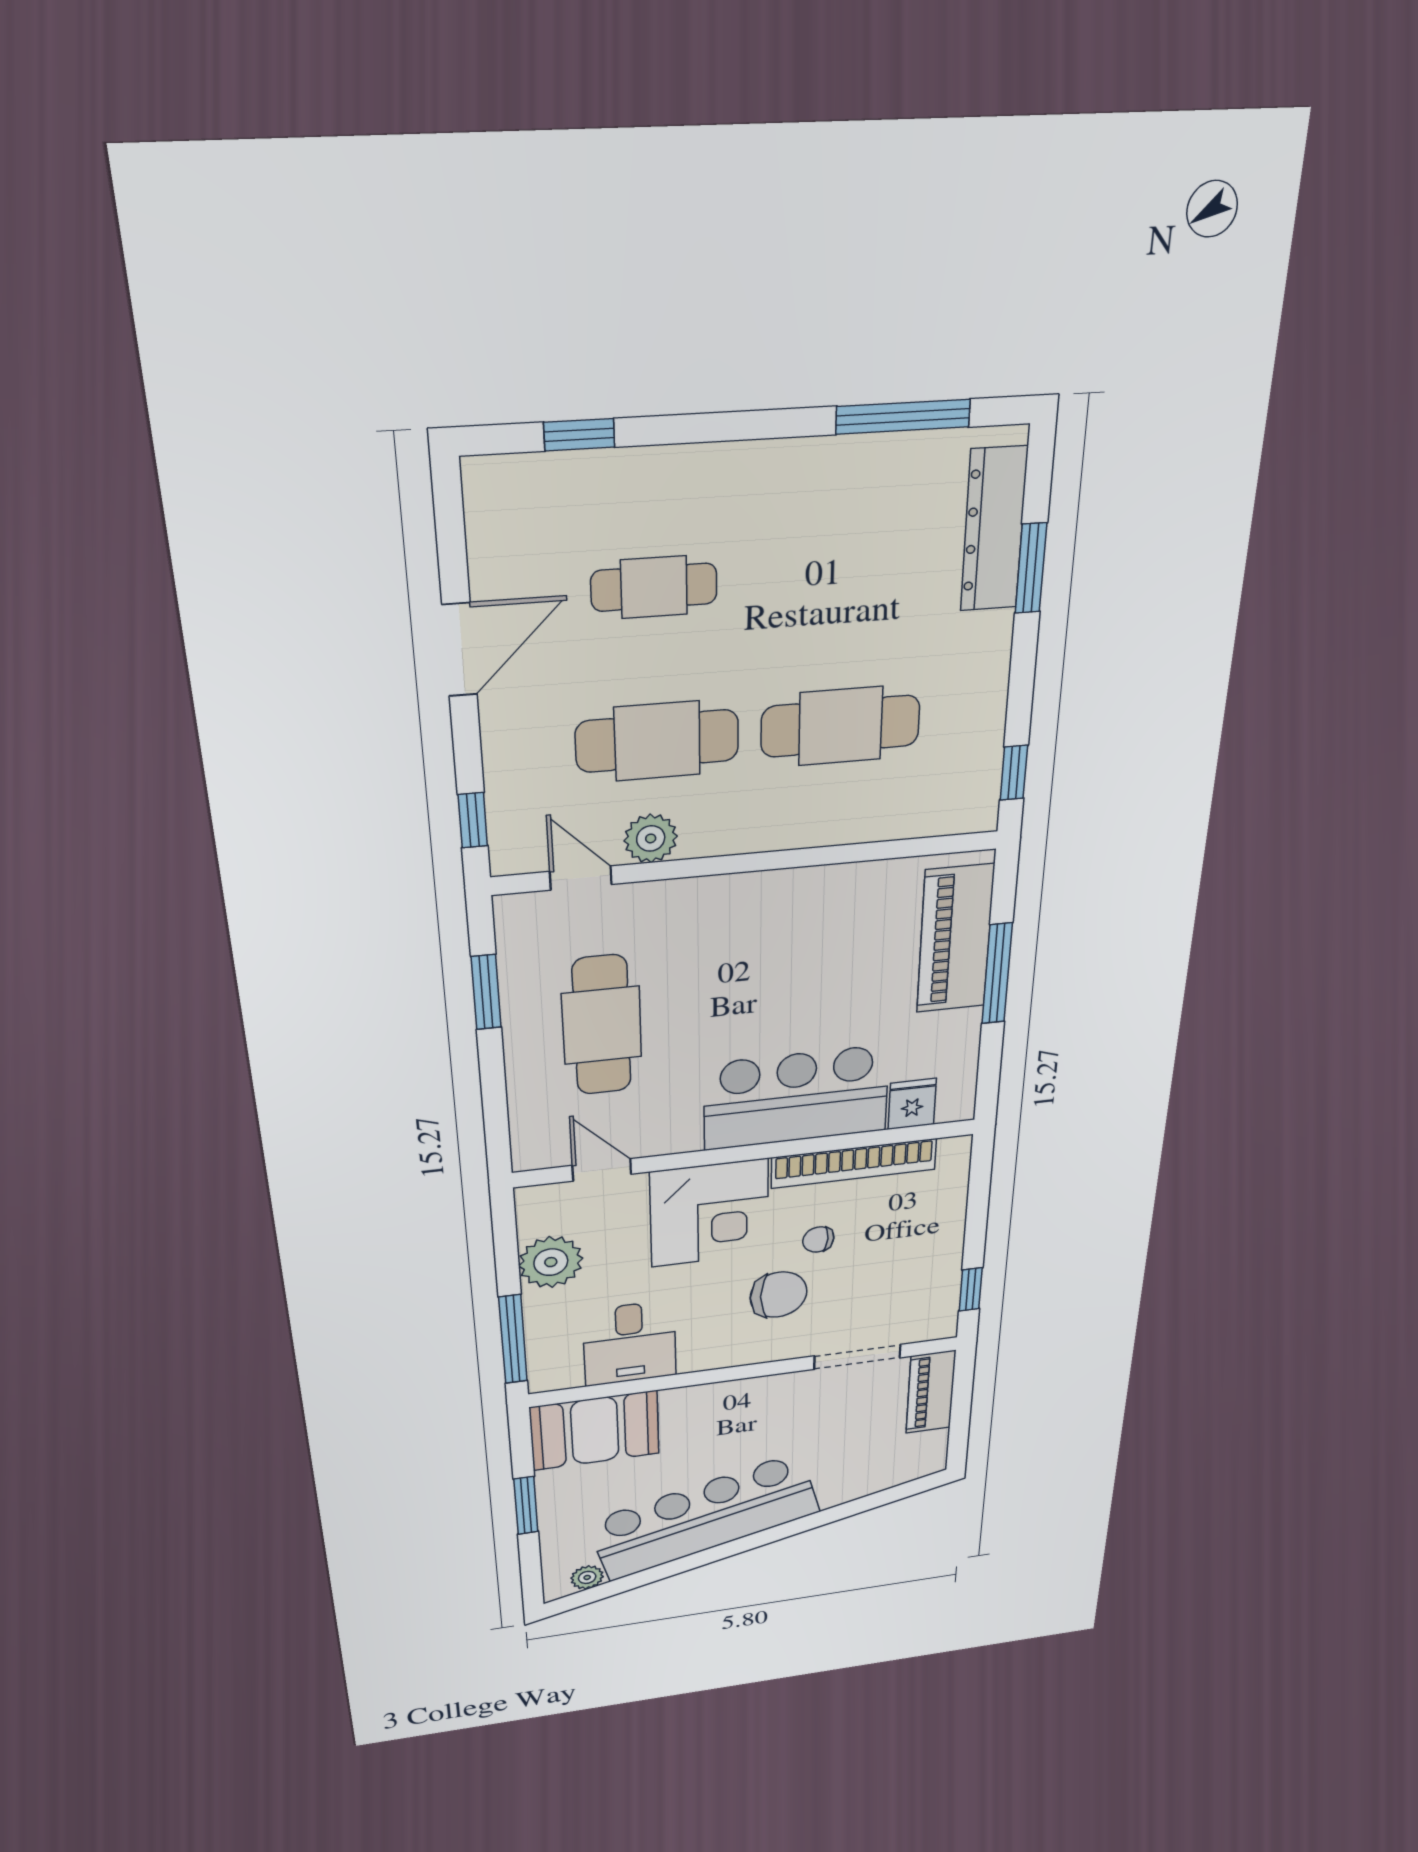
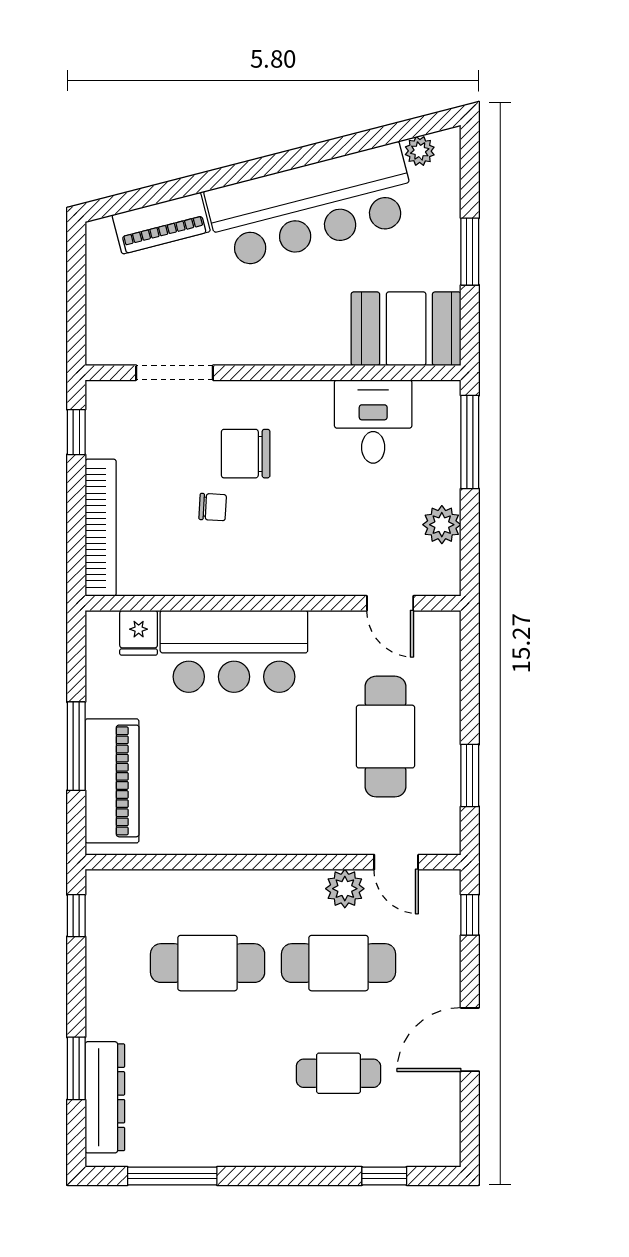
bookcase: (854, 1163) -> (101, 528), moved, turned 90
corner desk: (709, 1213) -> (304, 548), removed
plant: (551, 1262) -> (442, 525), width x0.73, depth x0.73
piano: (931, 1392) -> (161, 223), moved, turned 76

